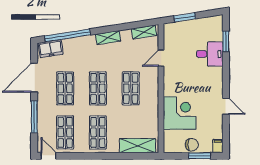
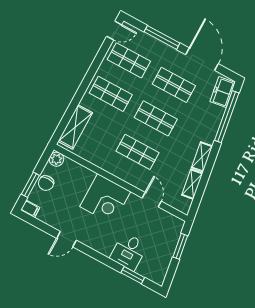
shelving: (144, 32) -> (192, 184), moved
corner desk: (180, 113) -> (105, 199), moved
plant: (170, 147) -> (56, 159), added

